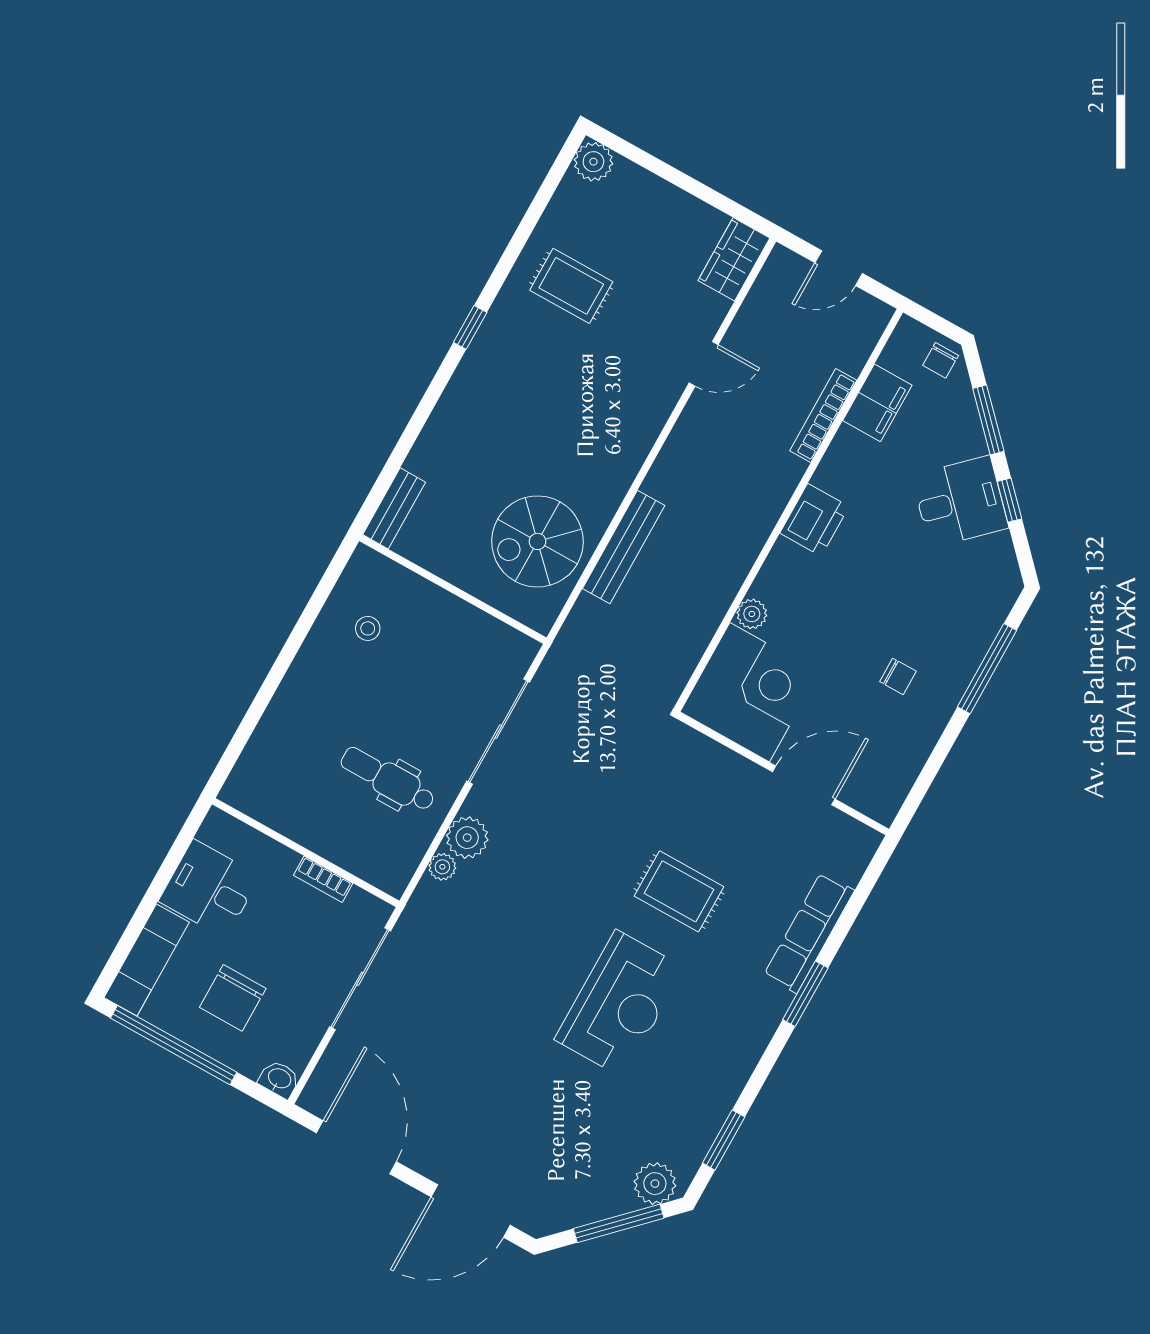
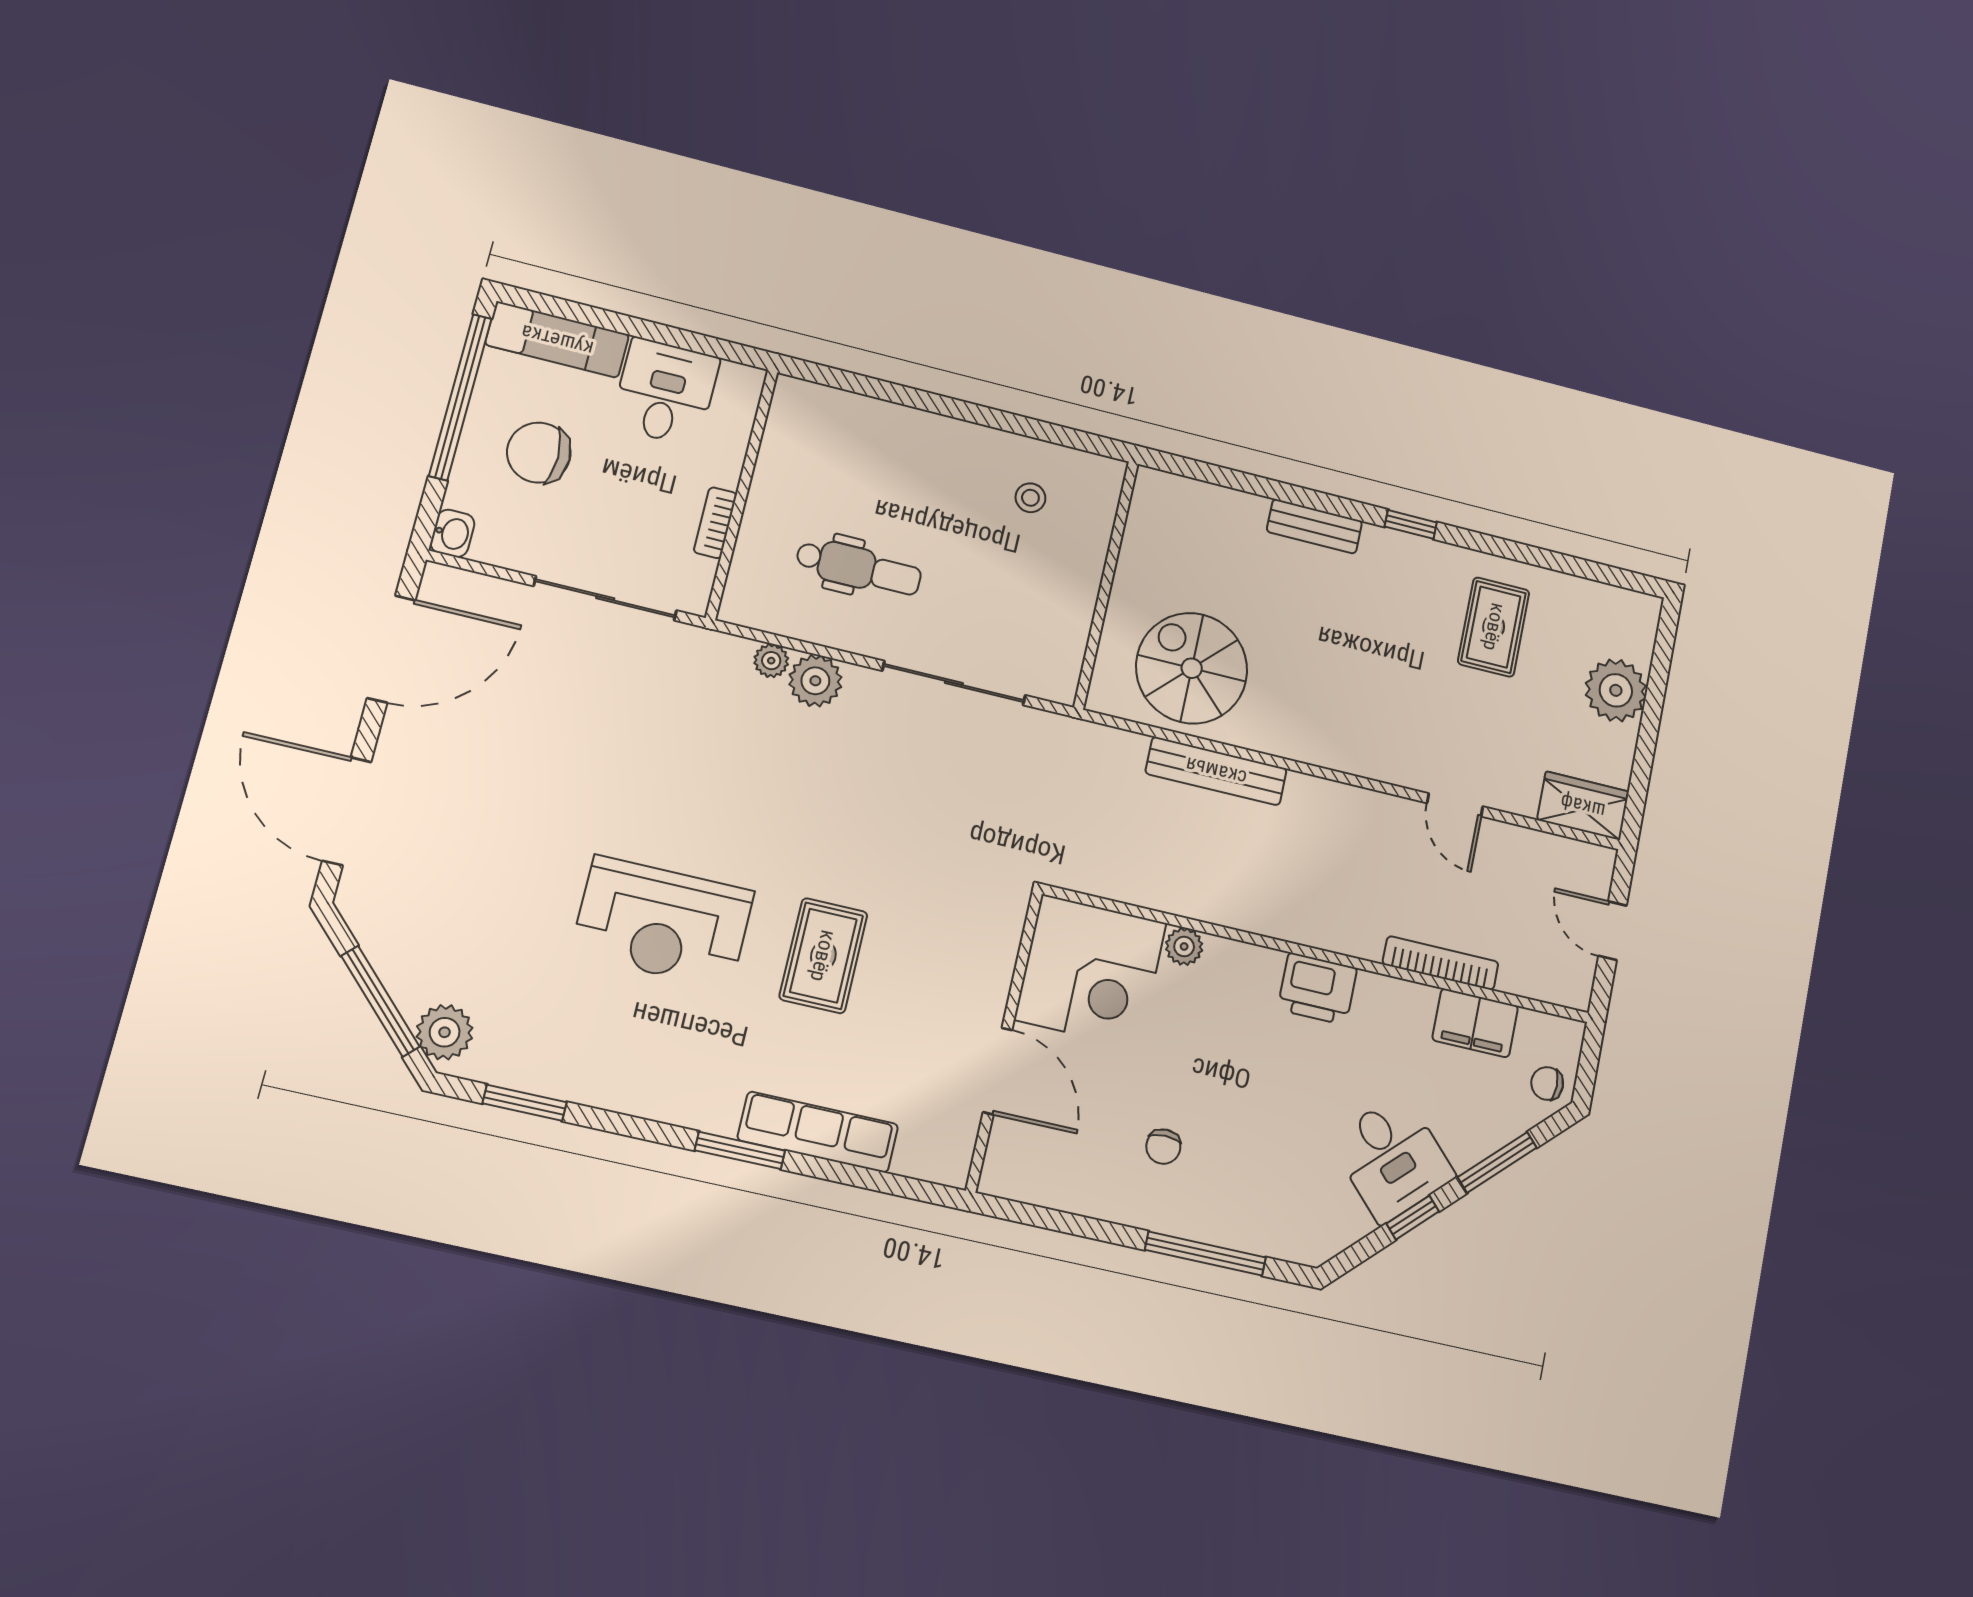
plant: (593, 162) -> (1616, 690), moved, width x1.36, depth x1.36
bench: (394, 508) -> (1314, 526), moved
dental chair: (388, 779) -> (859, 568), turned 90

